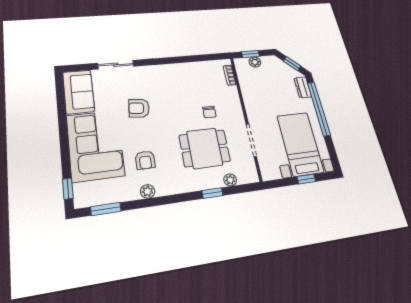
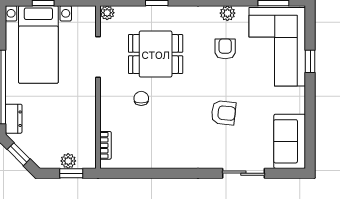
corner sofa: (95, 145) -> (277, 47), moved
plant: (230, 180) -> (107, 13), moved
window: (68, 189) -> (310, 61), moved

